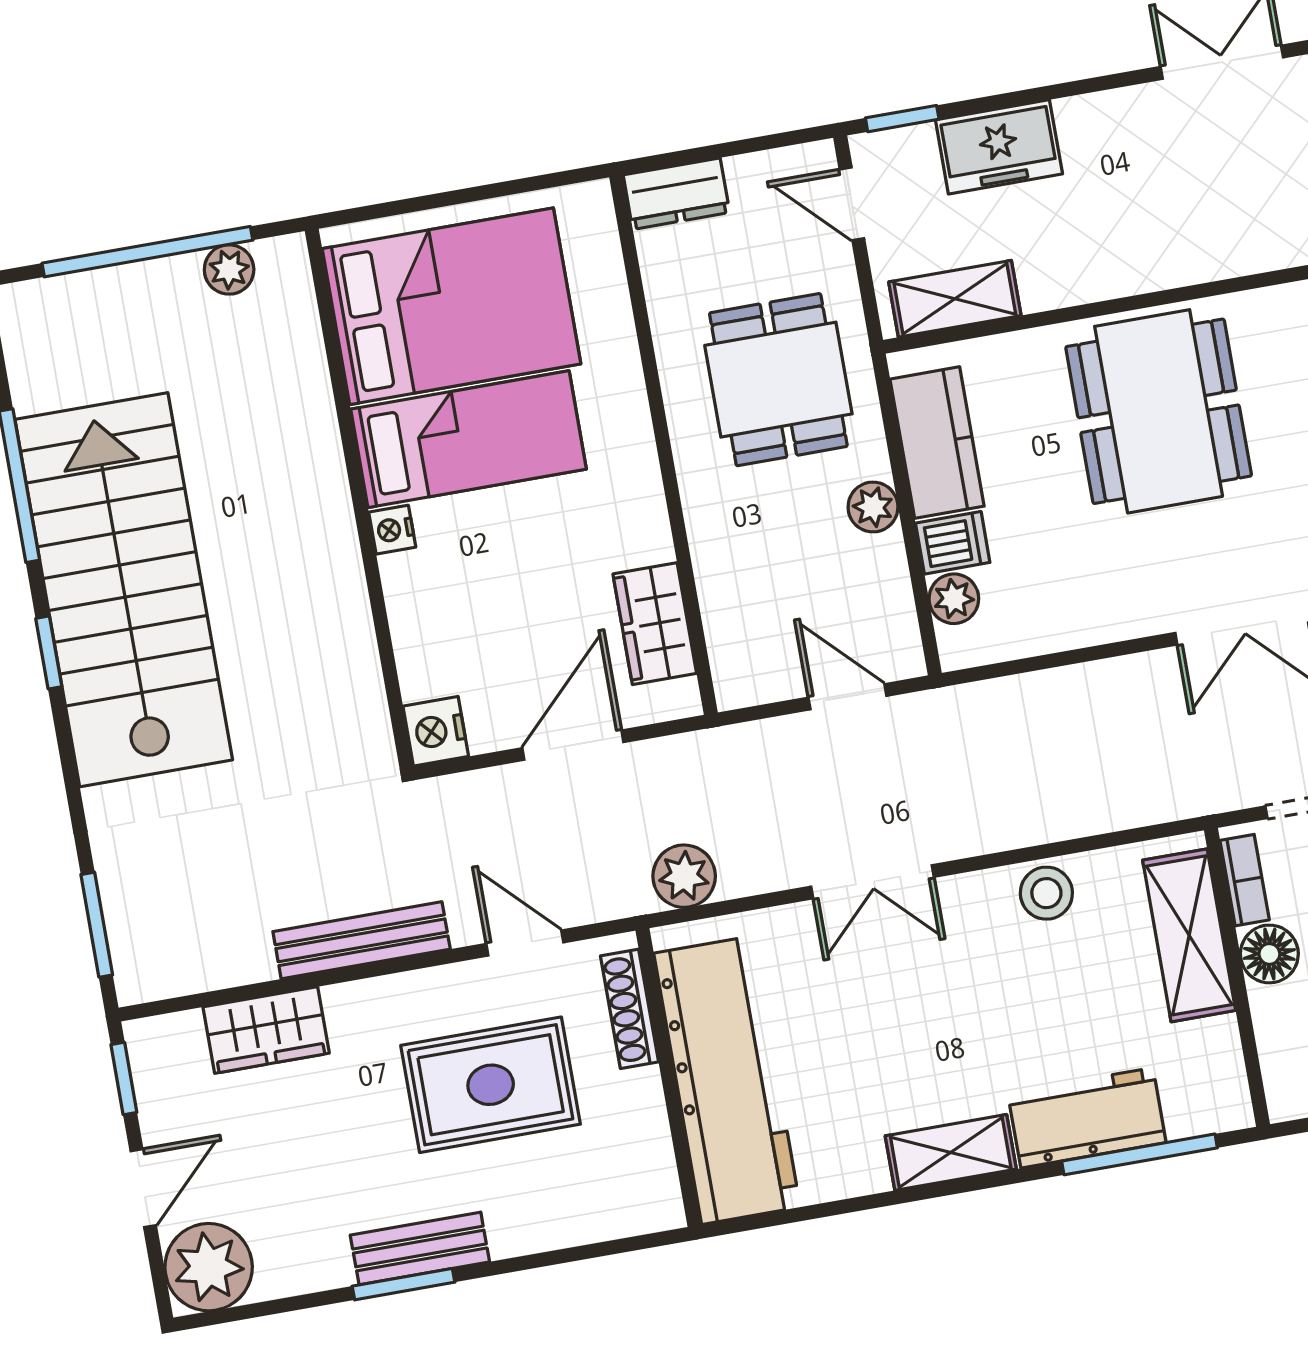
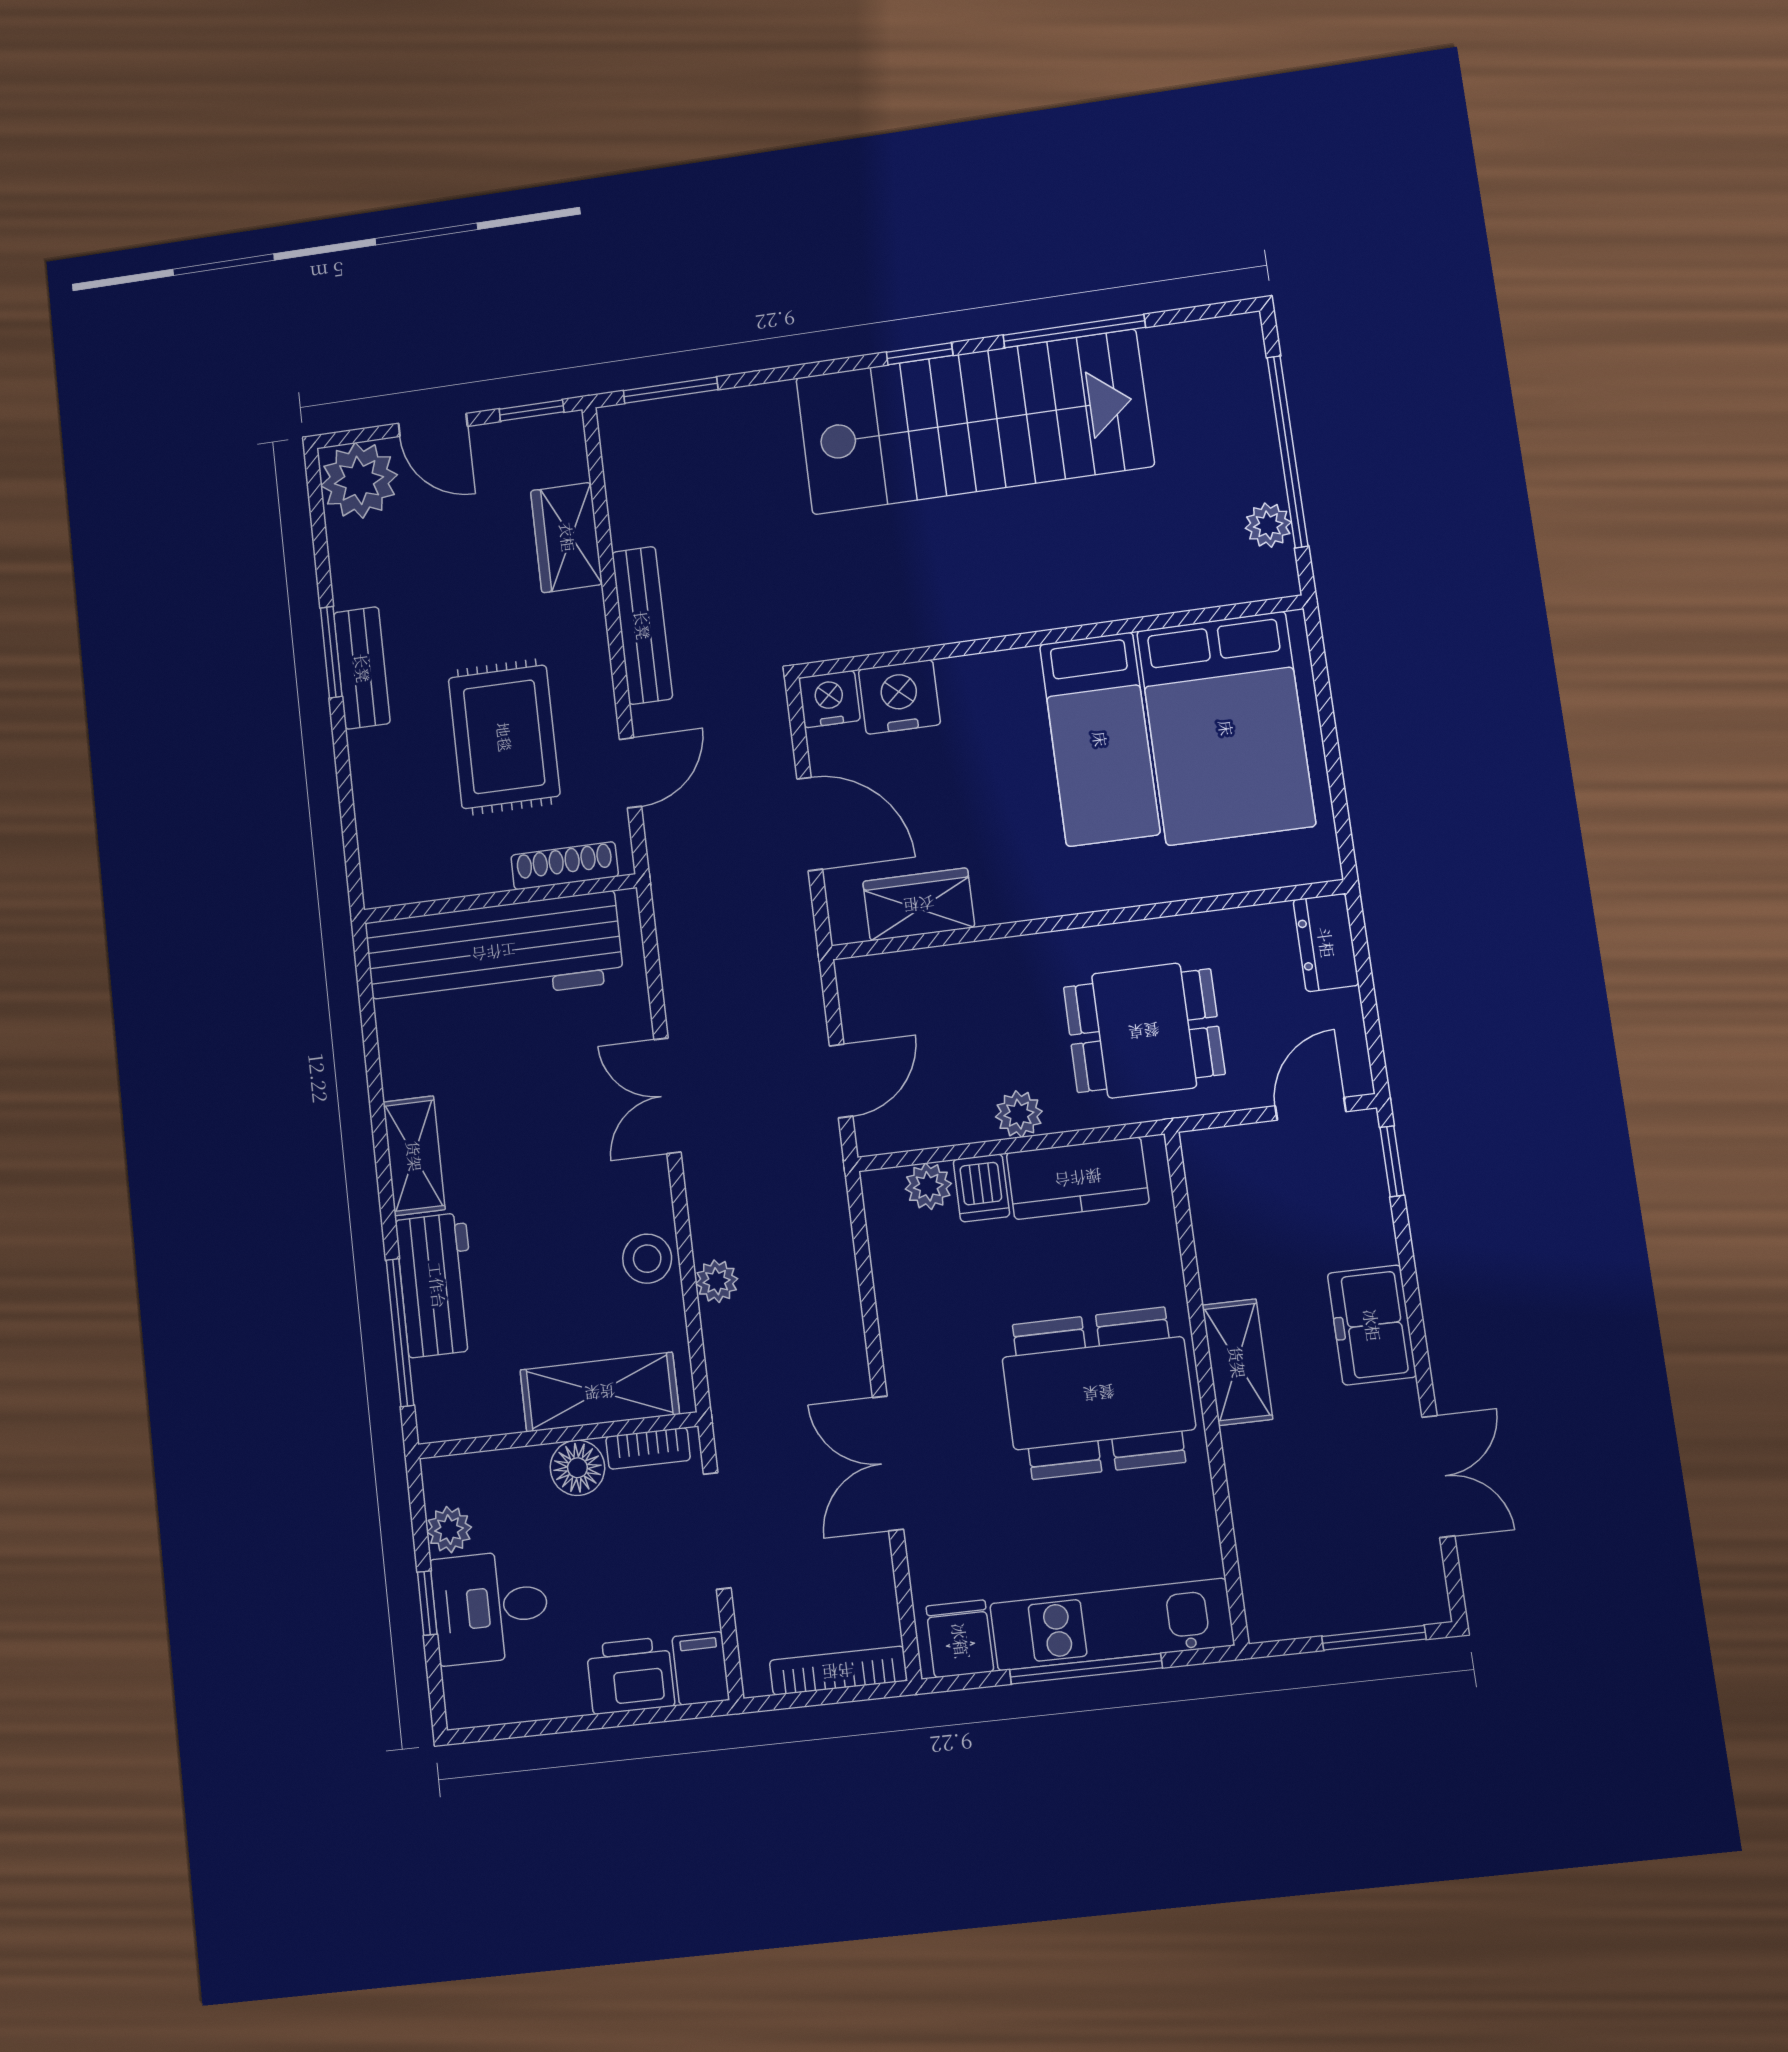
freezer: (999, 147) -> (1372, 1325), moved
shelving: (955, 299) -> (1237, 1362), moved
nightstand: (392, 530) -> (899, 697), moved, width x1.89, depth x1.79
plant: (684, 876) -> (717, 1281), moved, width x0.73, depth x0.73

